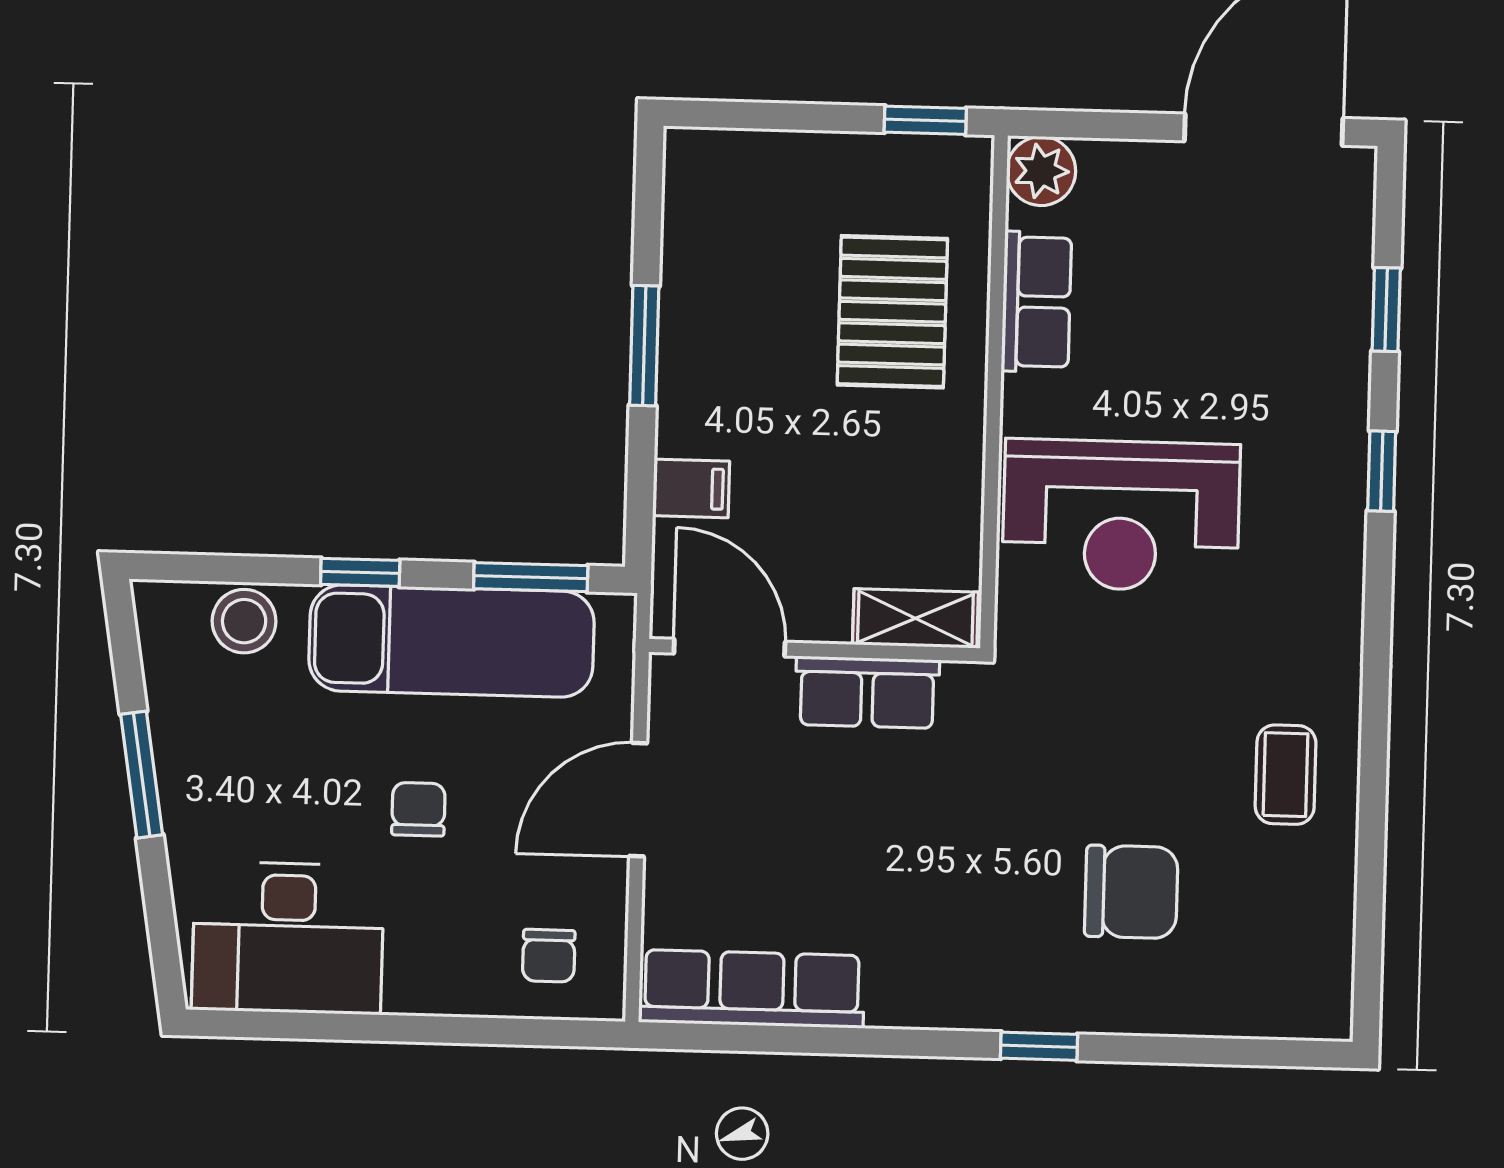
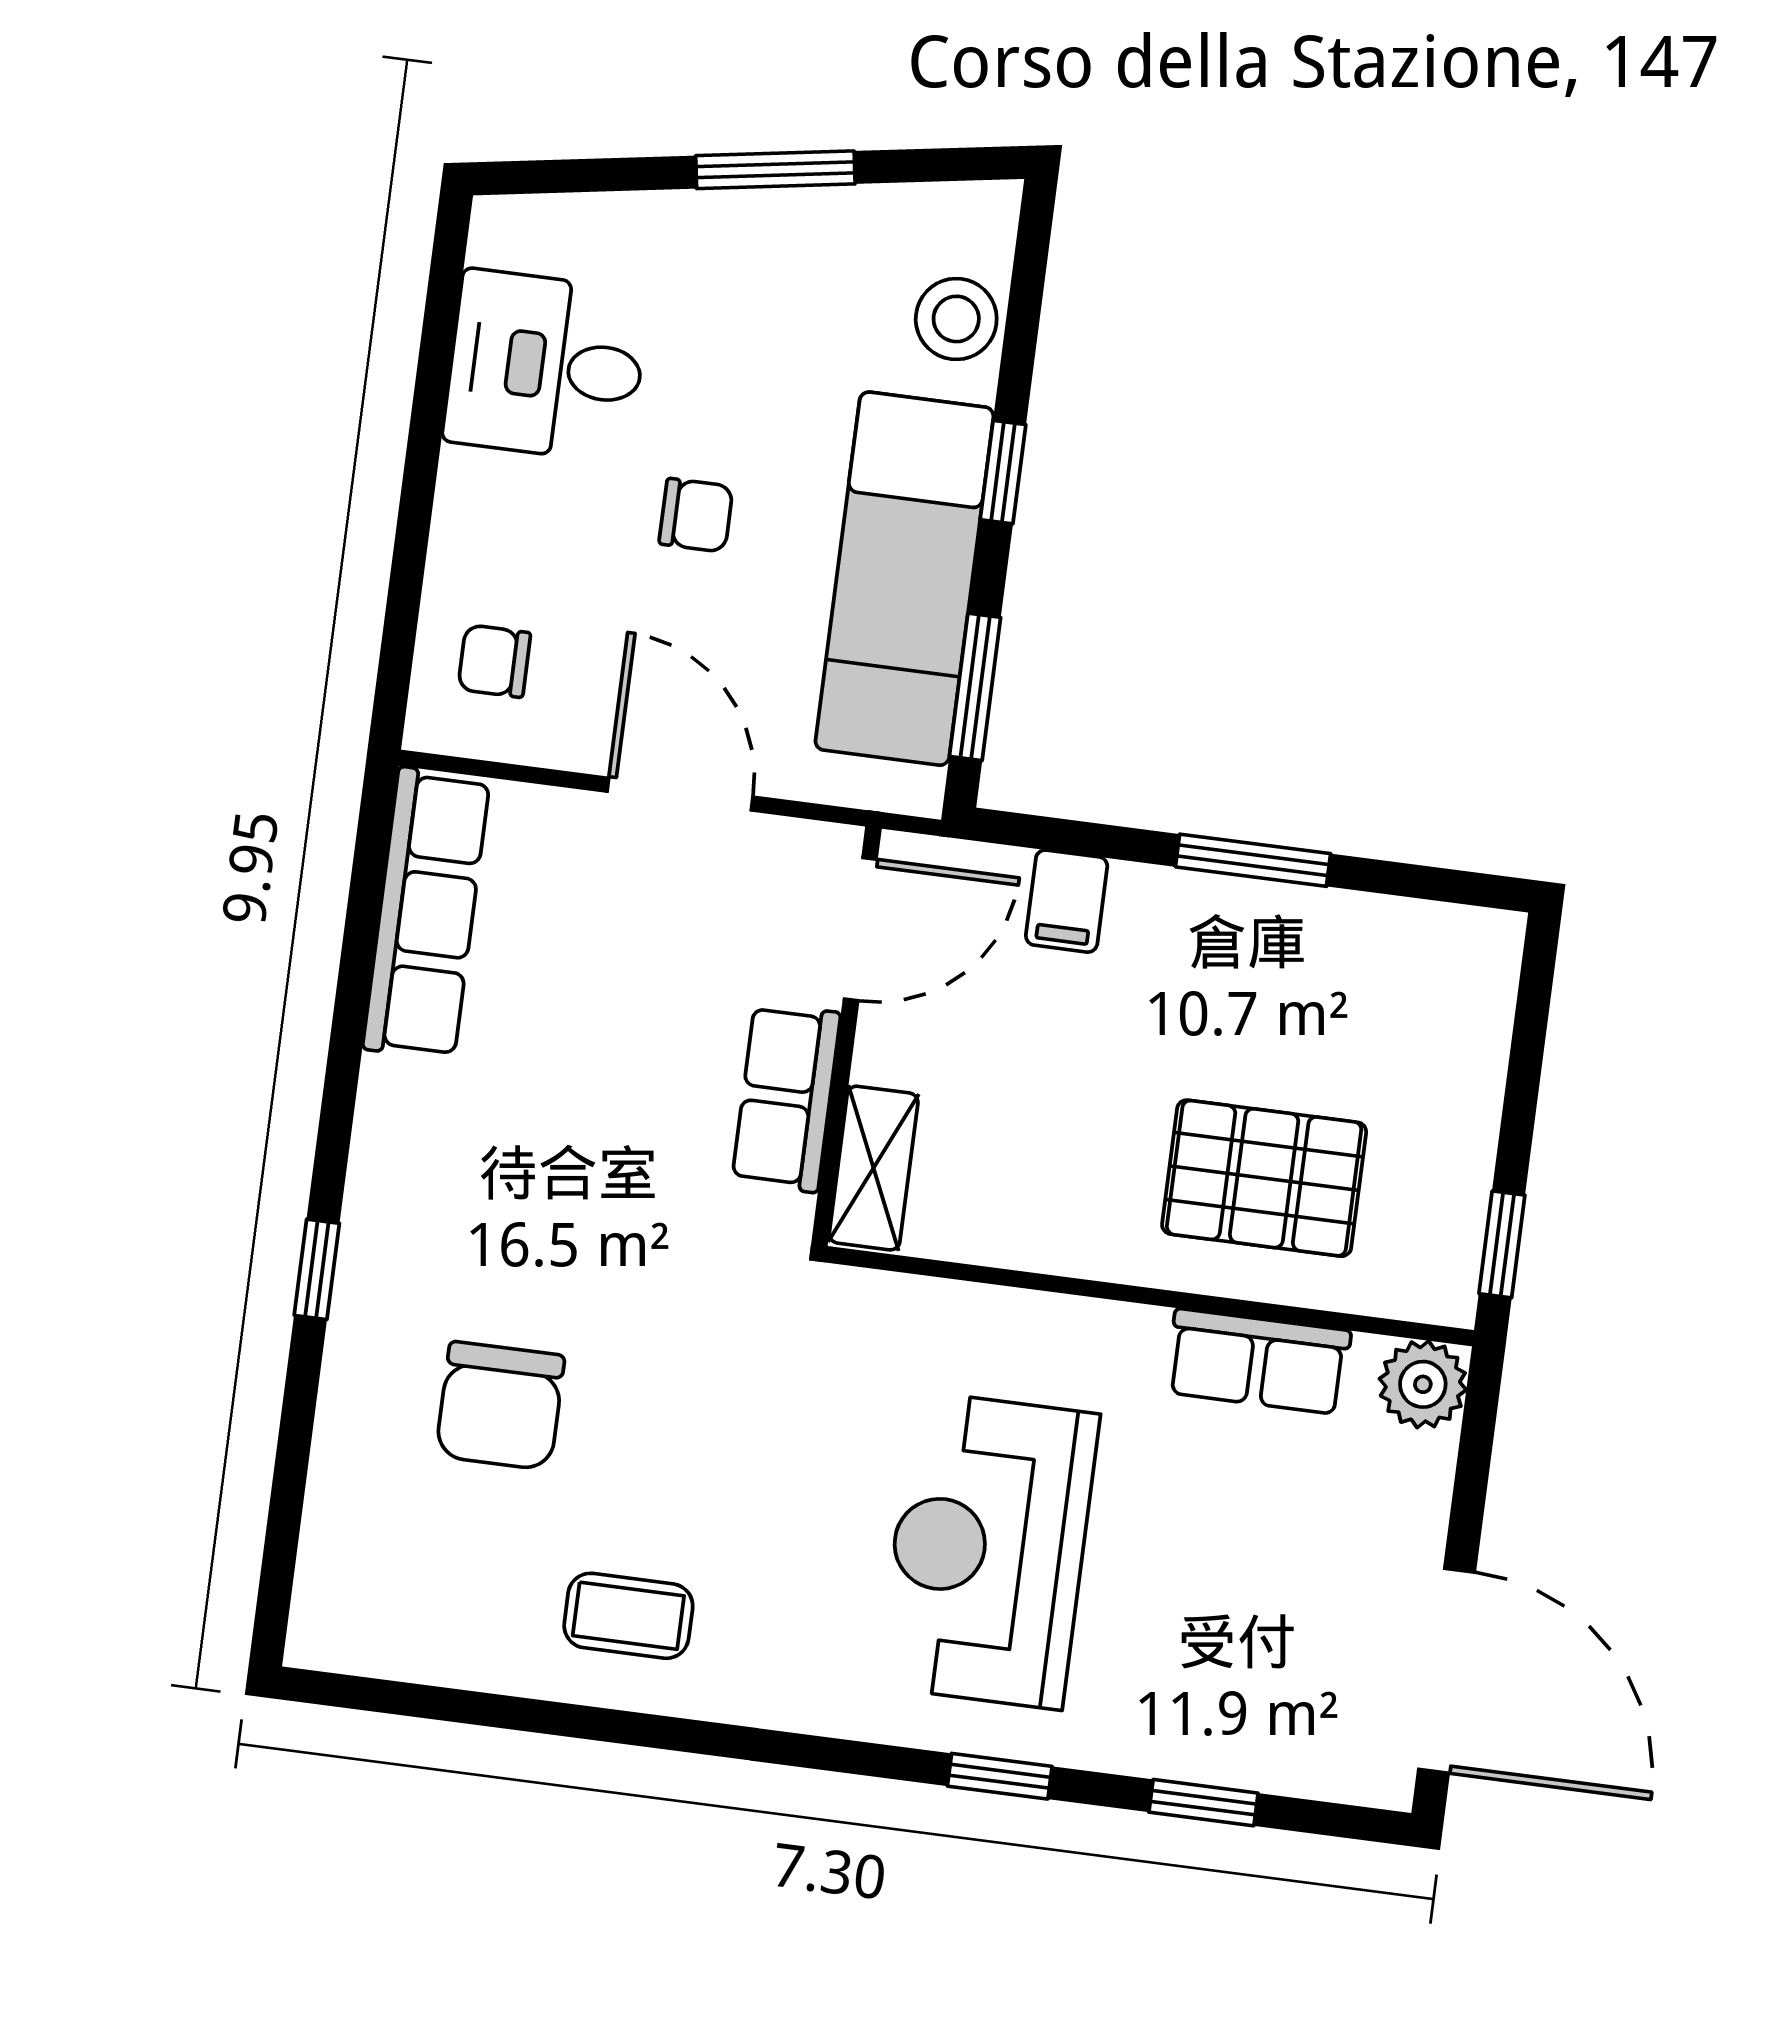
reception desk: (1121, 515) -> (988, 1550), moved
desk: (288, 938) -> (546, 366), width x0.73

